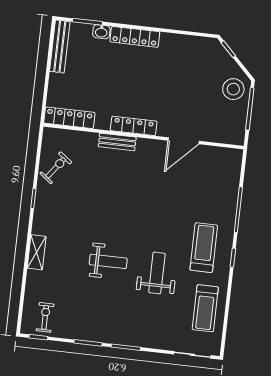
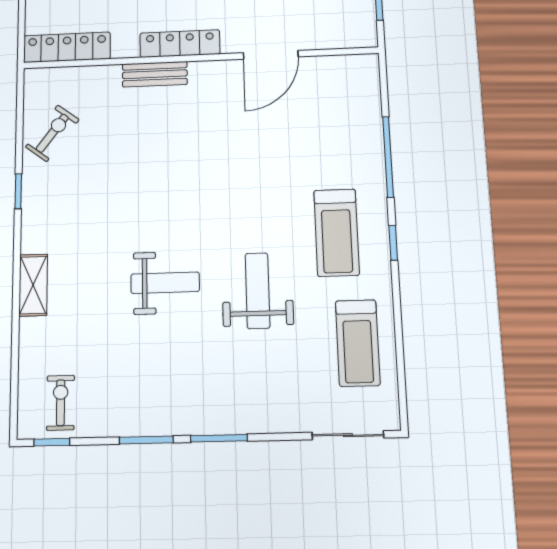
treadmill: (204, 248) -> (337, 233), turned 180

